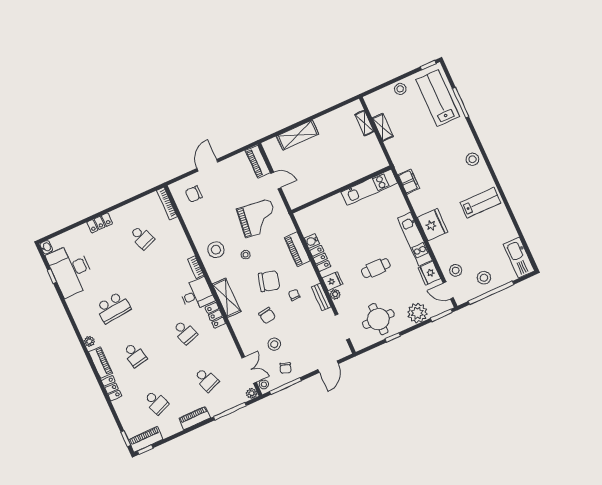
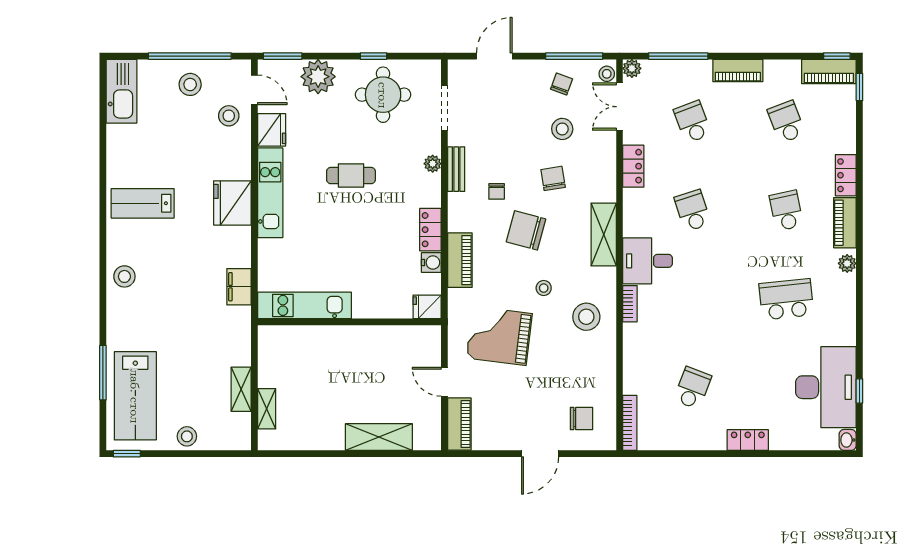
school desk: (142, 237) -> (693, 388), turned 42
fridge: (333, 281) -> (427, 307), moved
locker: (215, 315) -> (633, 166), moved

